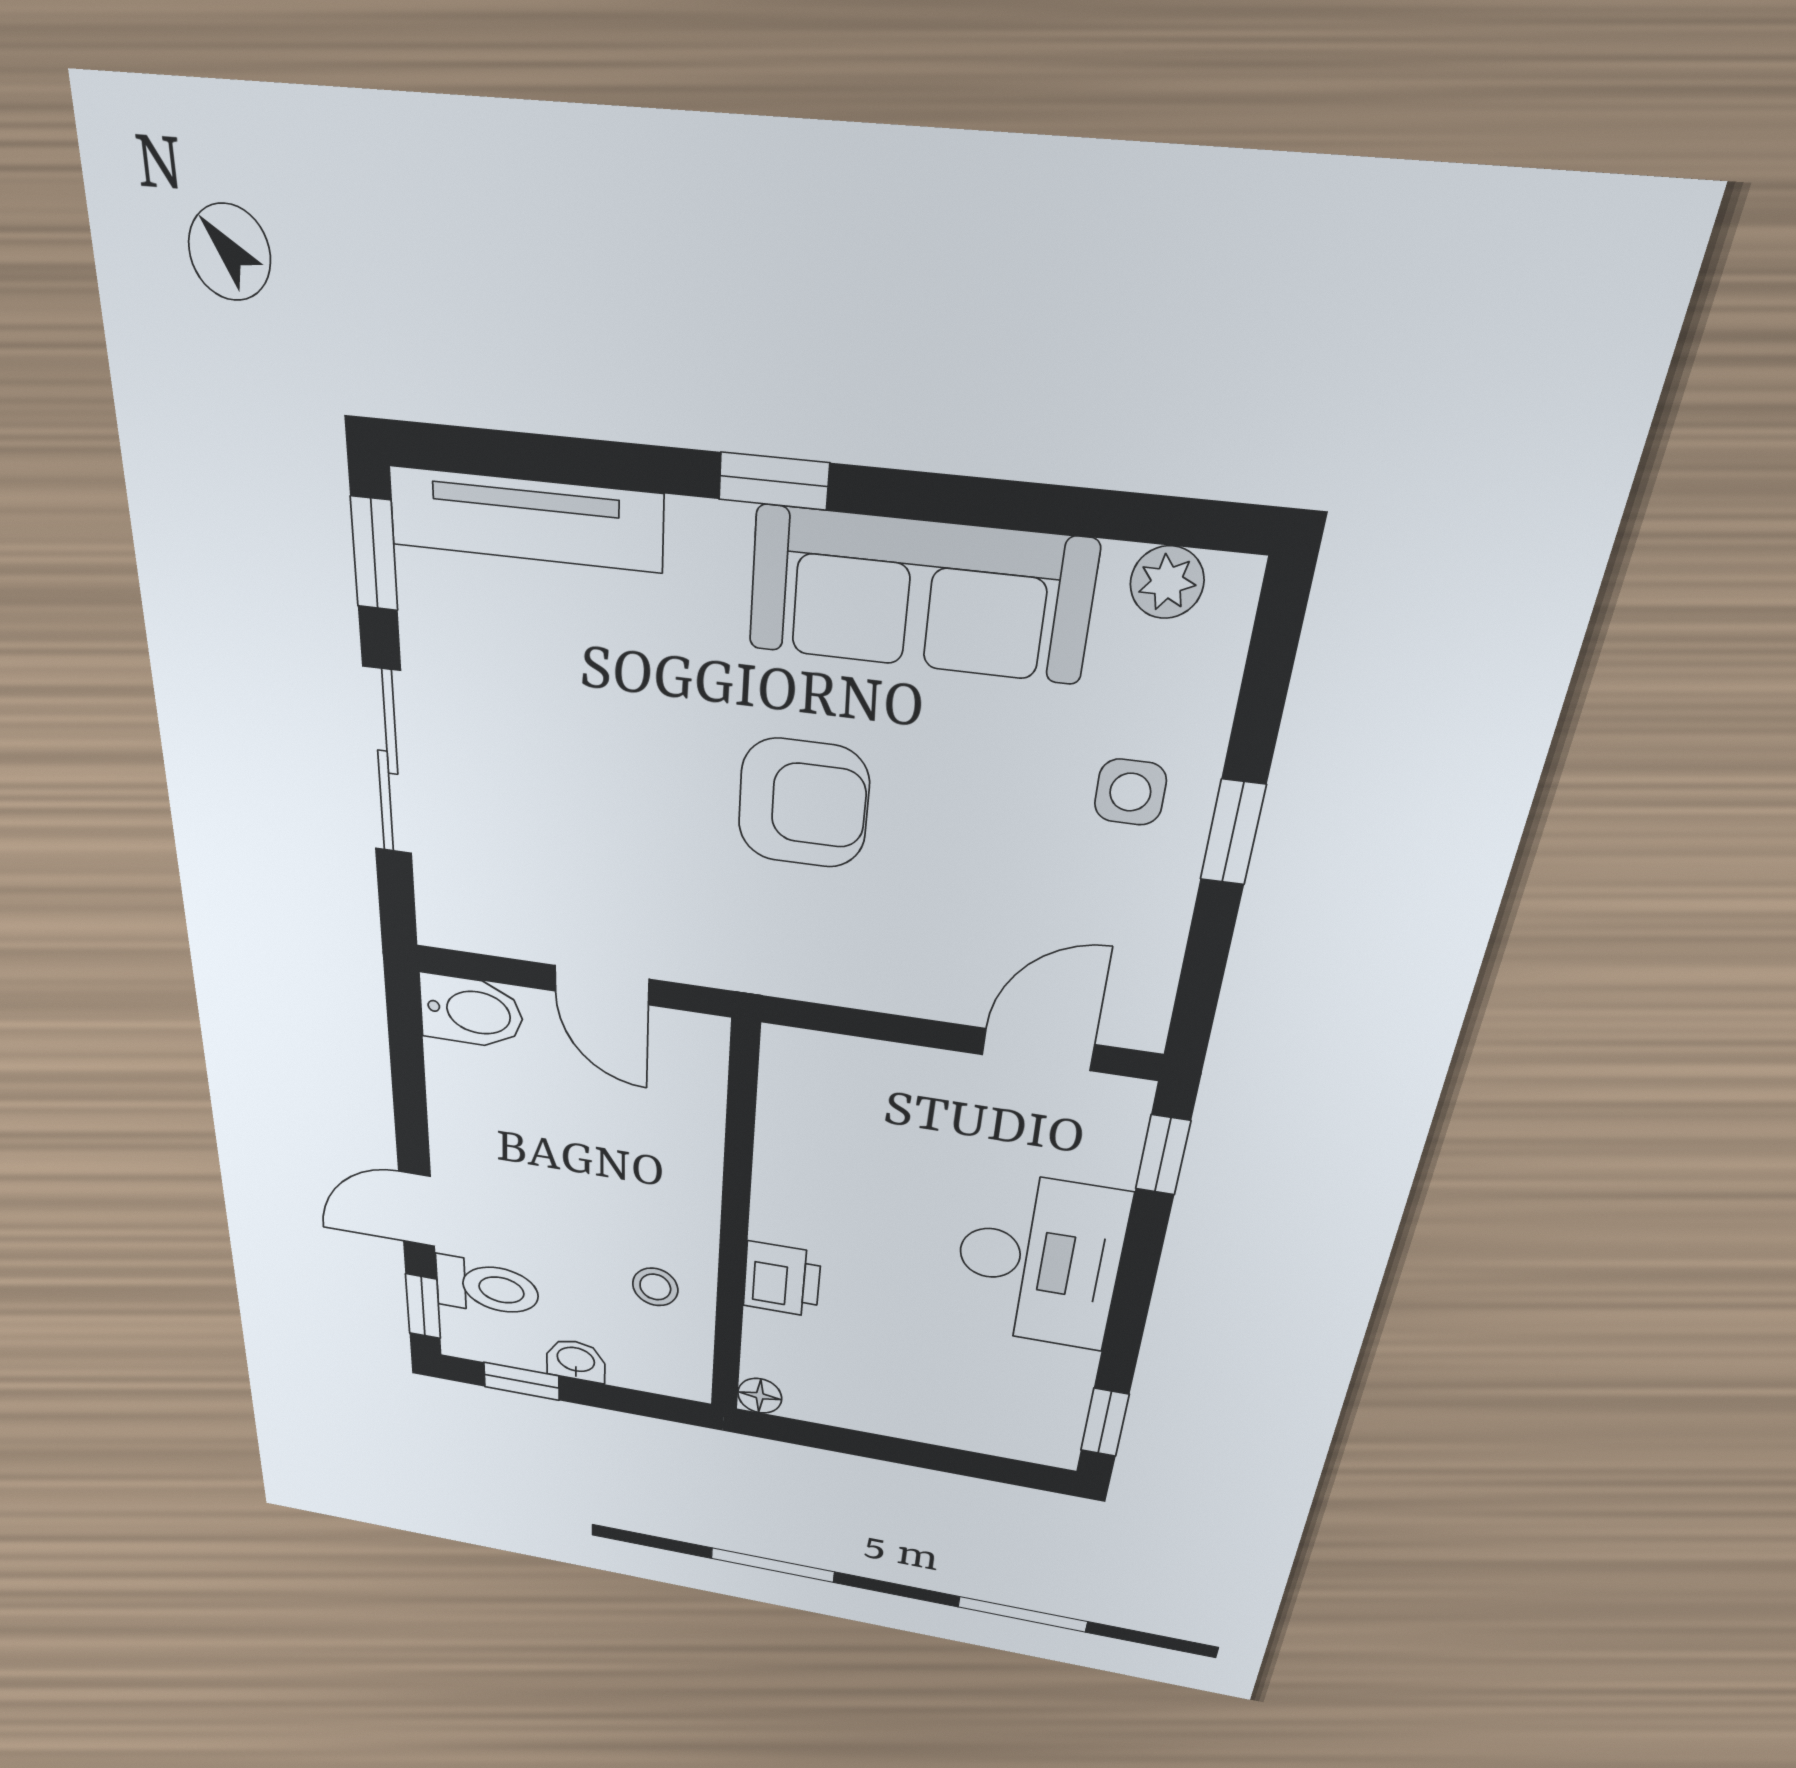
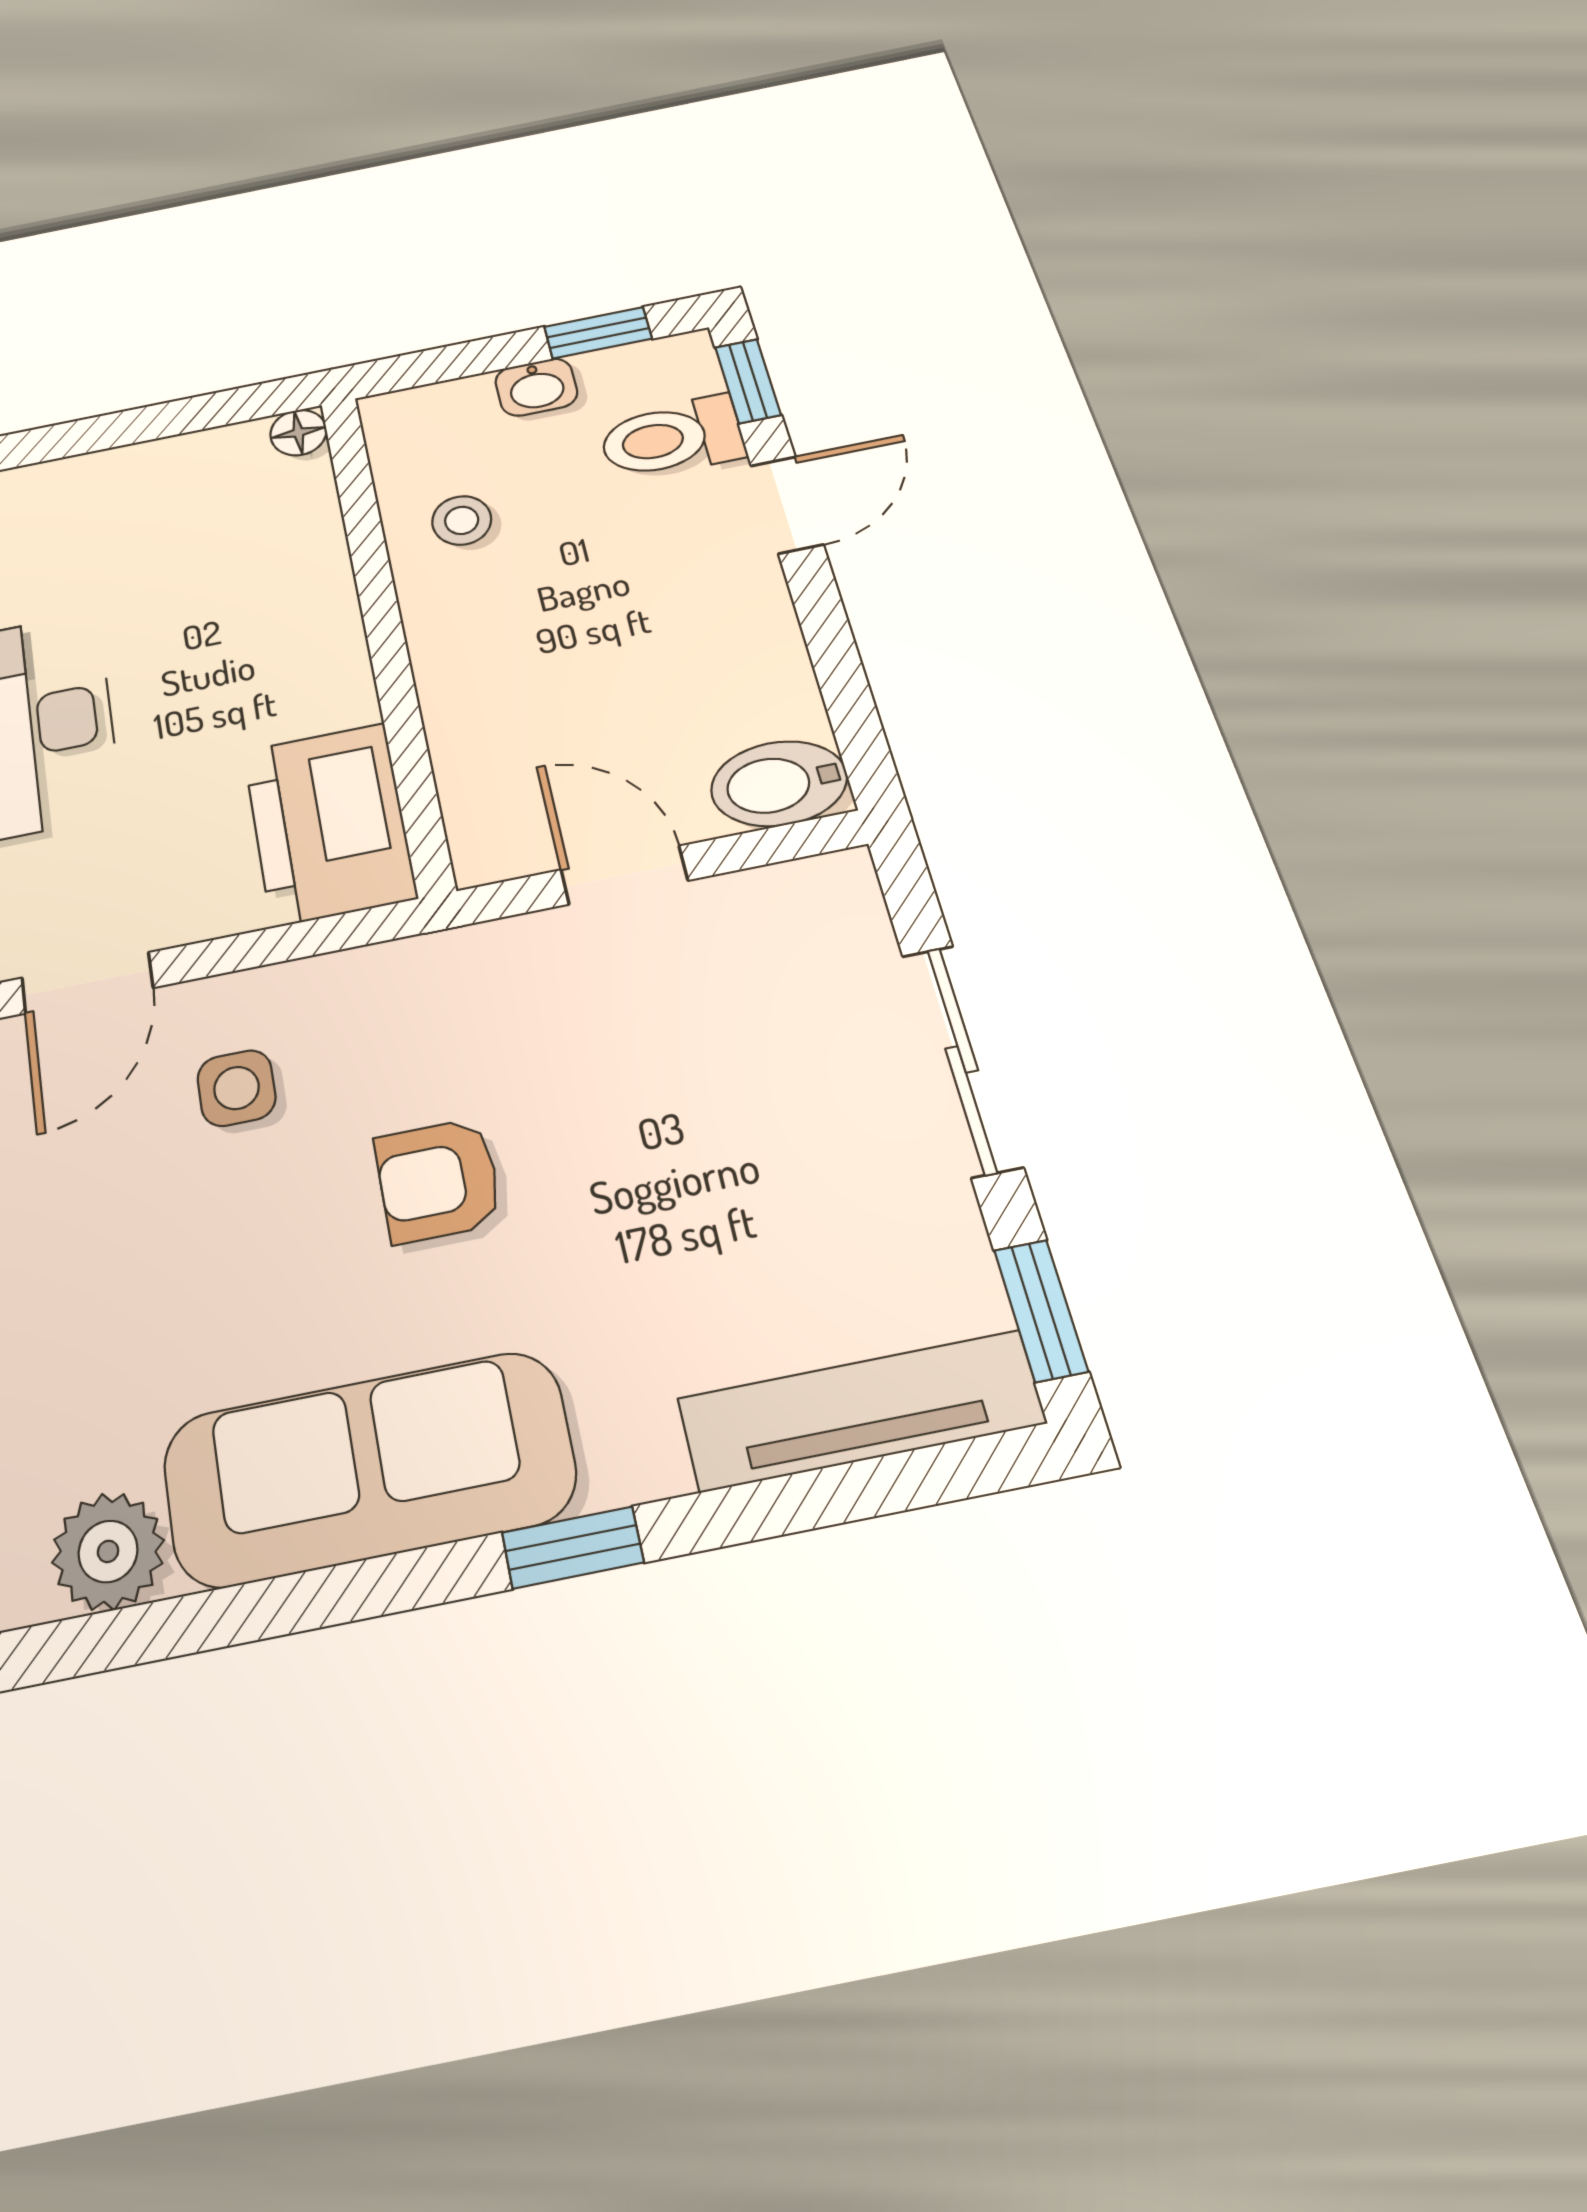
plant: (1167, 582) -> (108, 1551), width x1.38, depth x1.38
side table: (1130, 792) -> (237, 1088), moved
armchair: (803, 803) -> (438, 1180), width x0.72, depth x0.72
printer: (782, 1279) -> (329, 824), moved, width x1.87, depth x1.48

